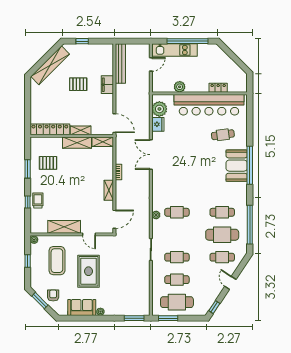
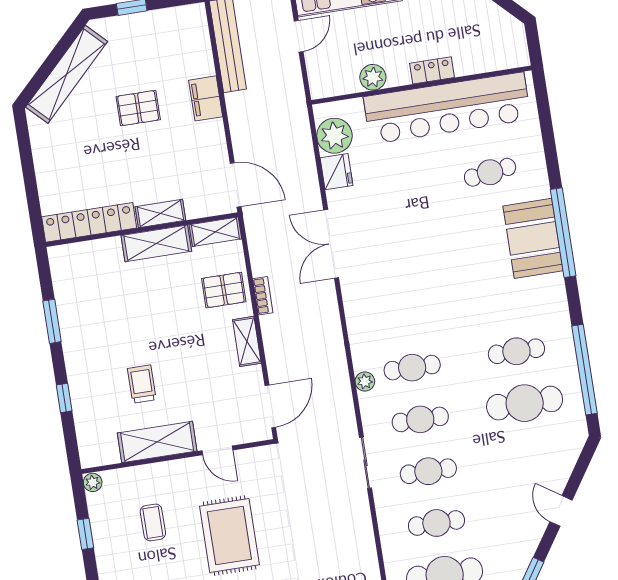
locker: (218, 88) -> (432, 70), moved
pallet: (48, 163) -> (224, 290), moved
trolley: (38, 200) -> (142, 384), moved
cafe table: (222, 257) -> (420, 419), moved
coffee table: (57, 261) -> (153, 522), width x0.54, depth x0.58

